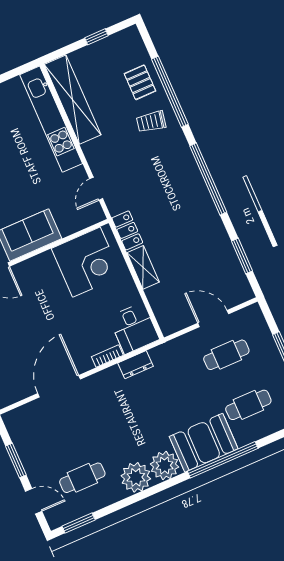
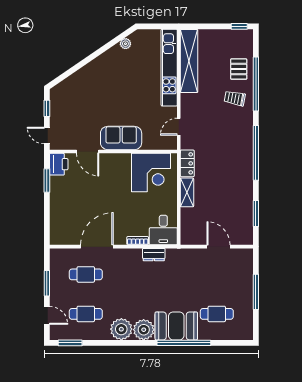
window: (97, 37) -> (239, 26), moved
cafe table: (226, 355) -> (86, 274), moved

